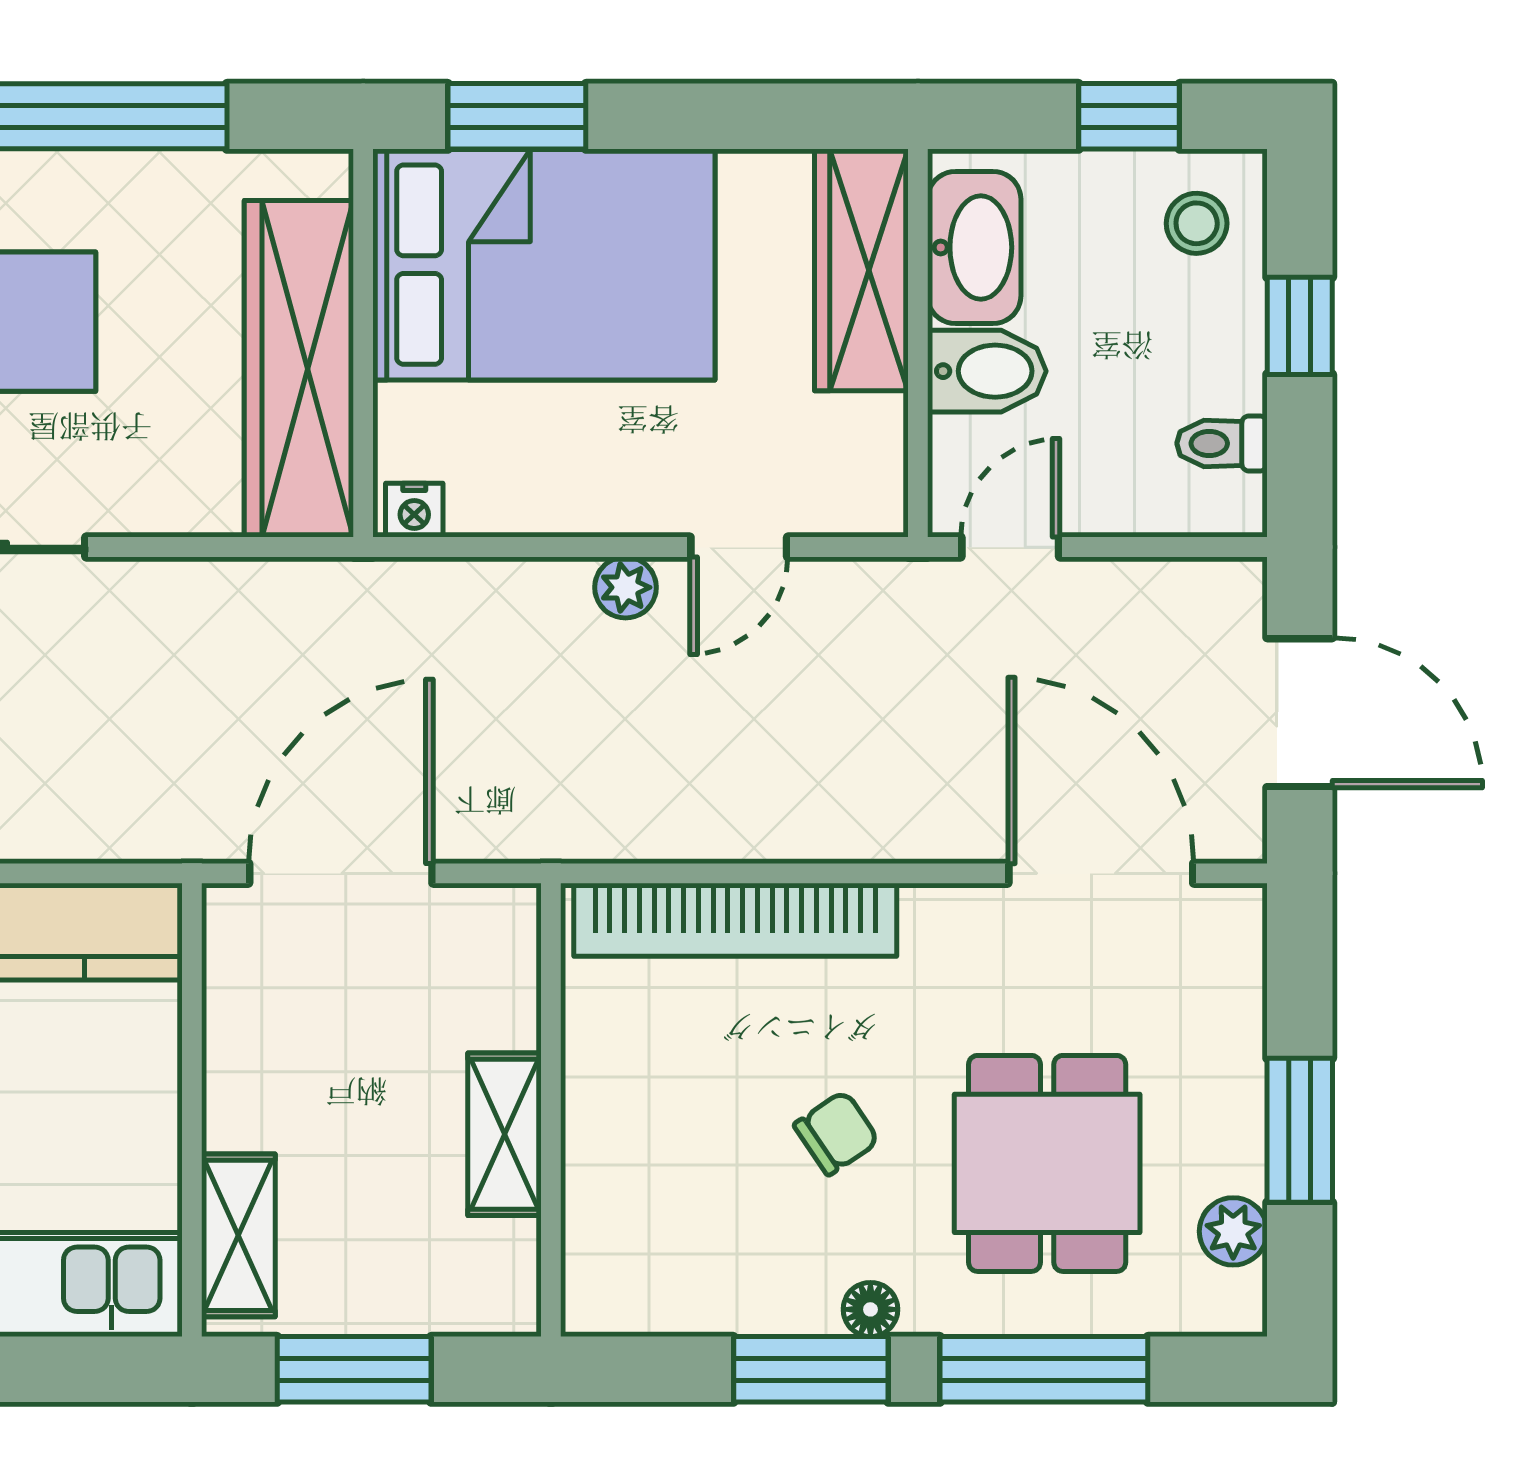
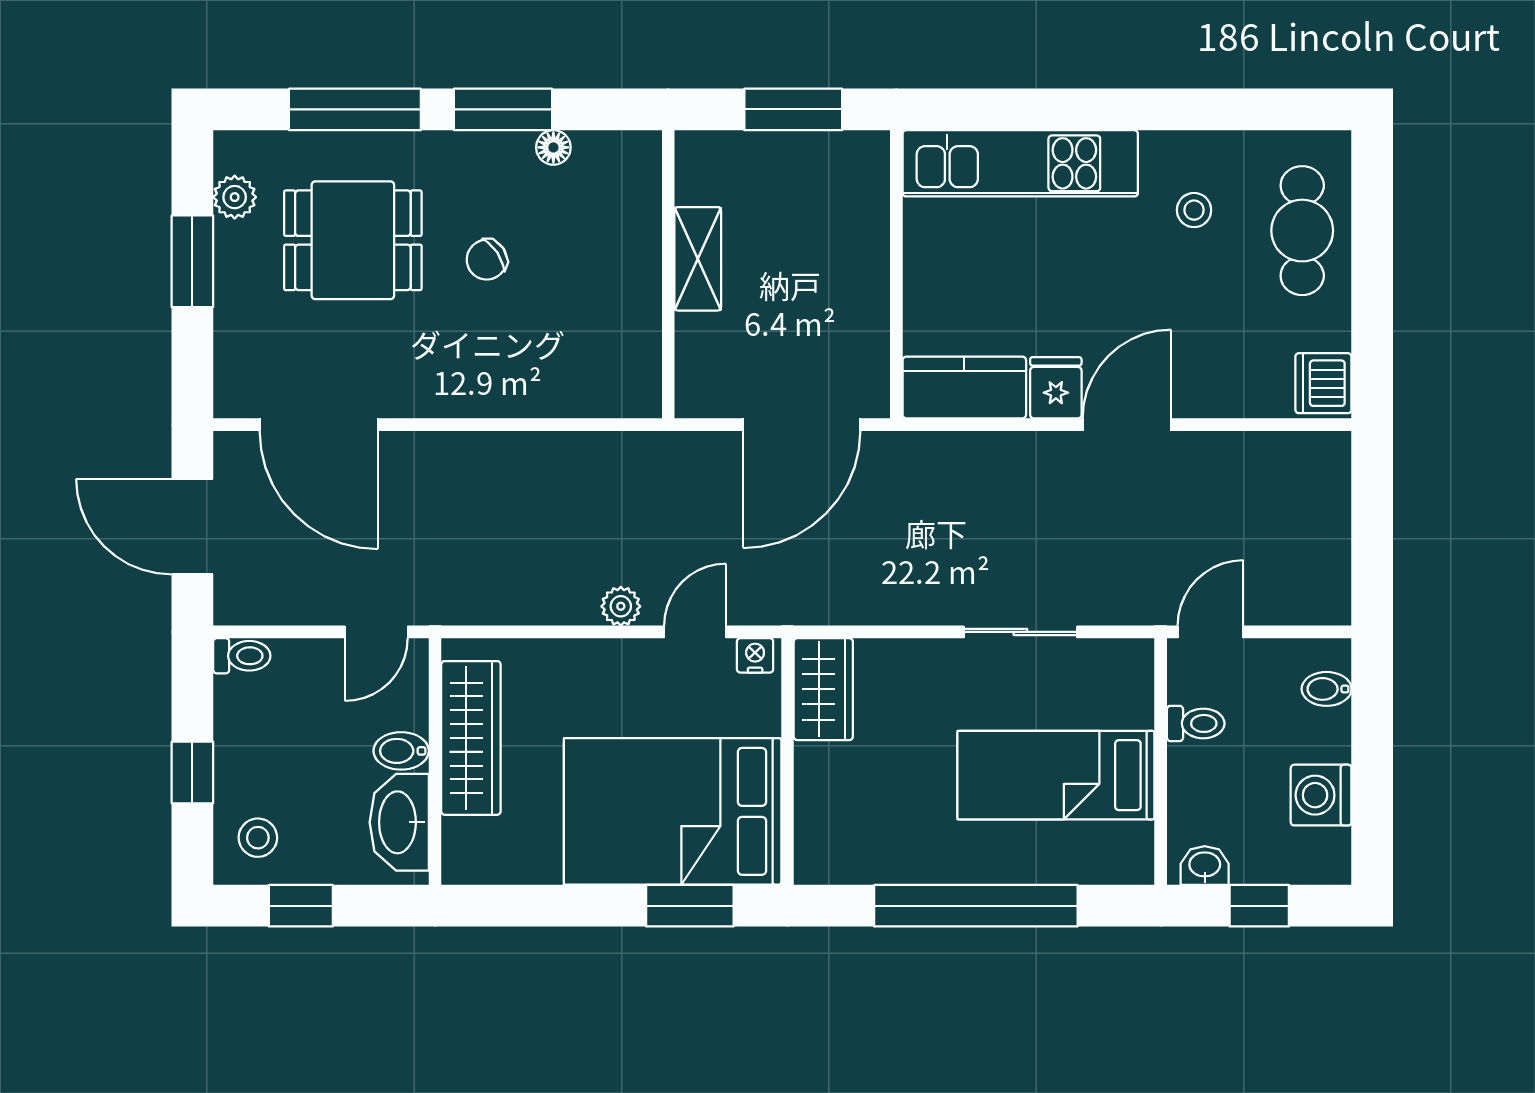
wardrobe: (861, 270) -> (471, 738), moved
wardrobe: (299, 369) -> (823, 689), width x0.48, depth x0.85
bidet: (987, 371) -> (401, 751), width x0.72, depth x0.74
toilet: (1222, 443) -> (242, 656), moved
door: (739, 547) -> (695, 632), moved
bookcase: (735, 920) -> (551, 395), removed
dining table: (1047, 1163) -> (353, 240), turned 90
shelving: (238, 1235) -> (867, 195), removed
floor lamp: (870, 1309) -> (553, 147), moved

